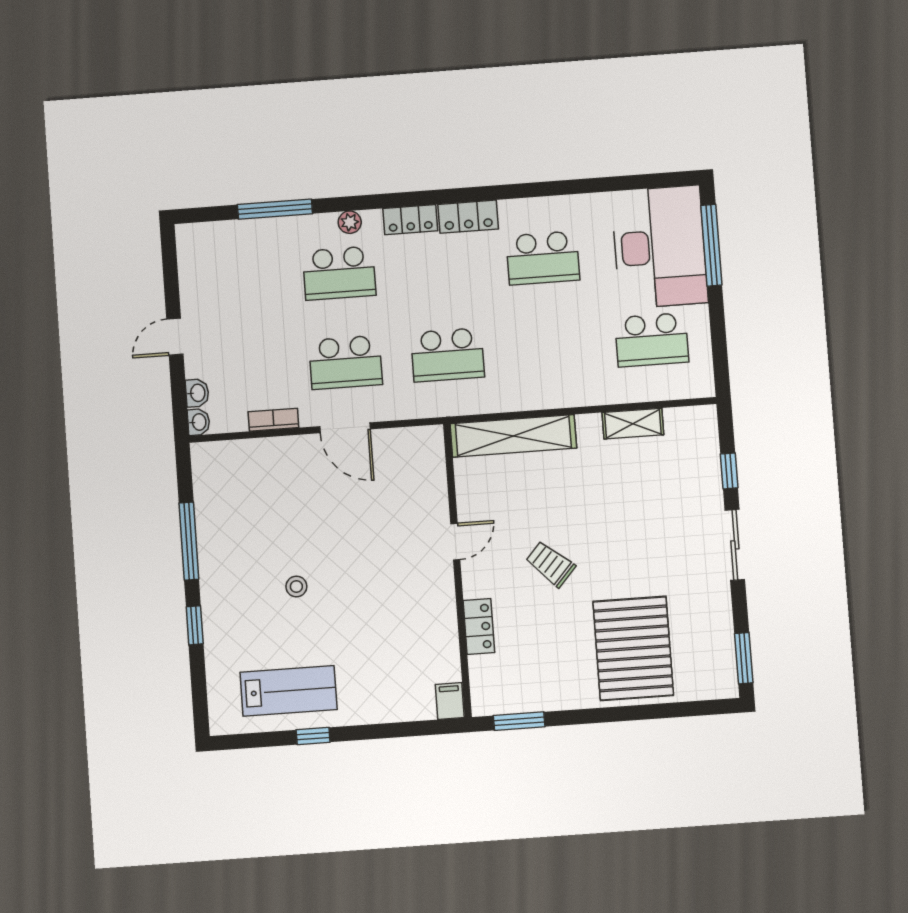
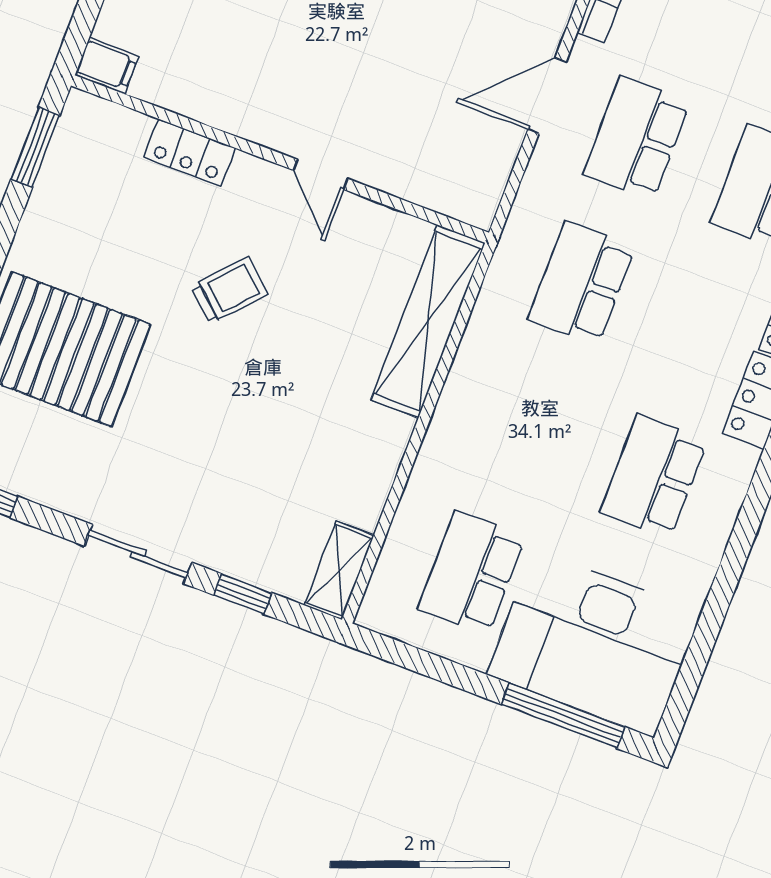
shelving: (633, 424) -> (339, 570), moved

